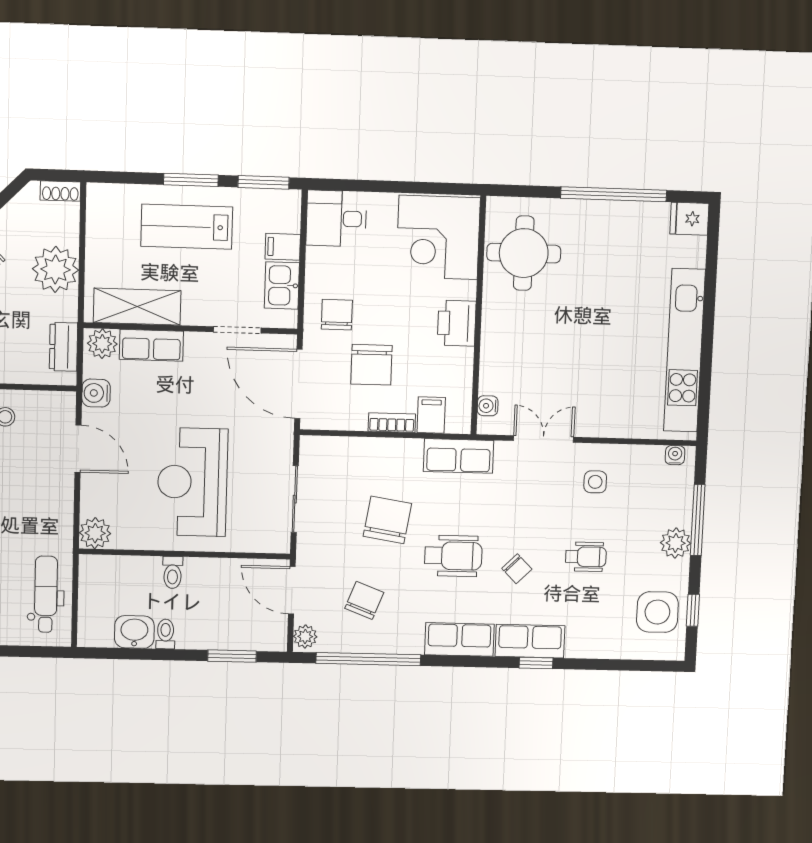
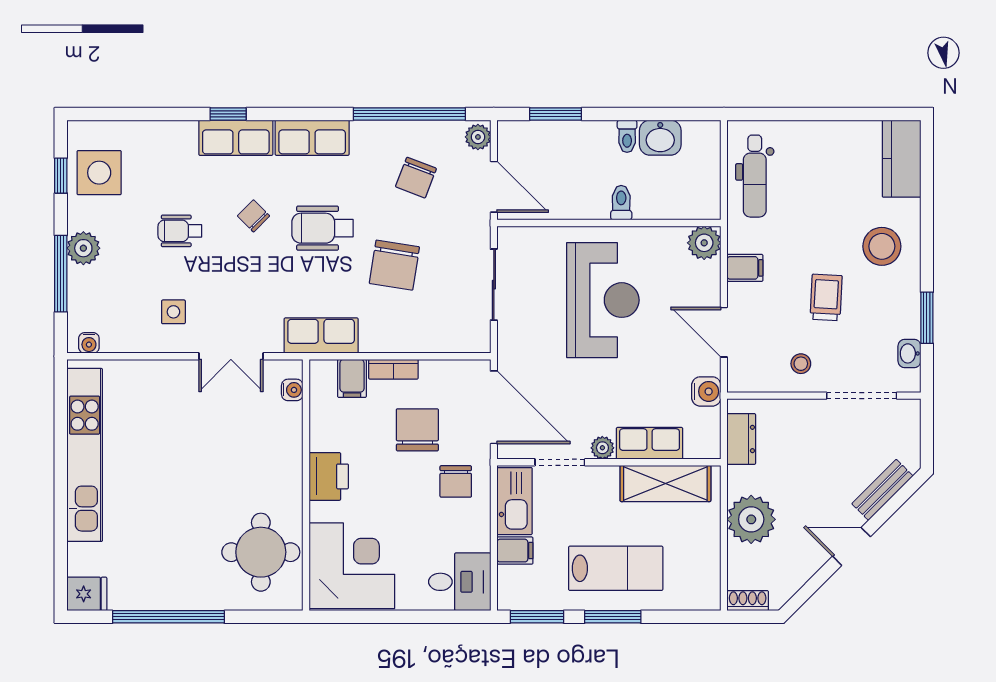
kitchen sink: (282, 285) -> (514, 501), width x1.38
plant: (102, 344) -> (602, 448), moved, width x0.73, depth x0.73
filing cabinet: (57, 509) -> (745, 268), added

